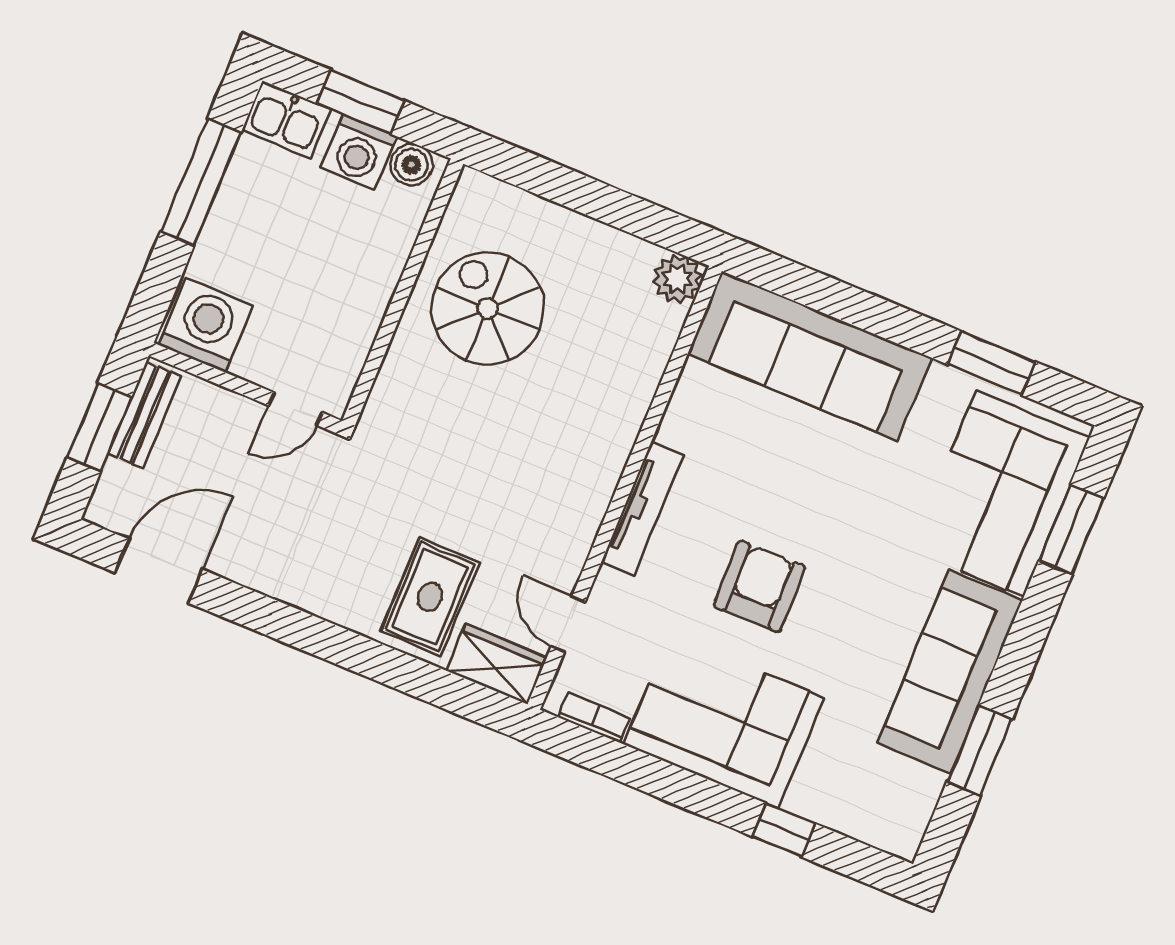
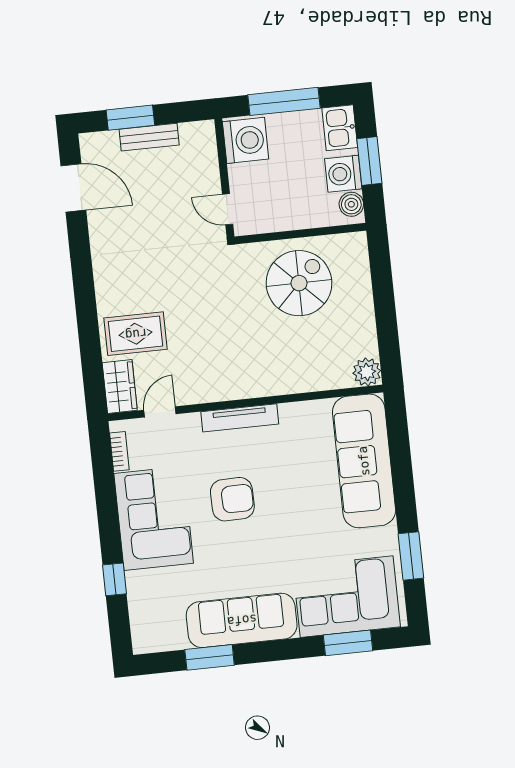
washing machine: (206, 326) -> (246, 140), moved
wall: (245, 388) -> (224, 178), moved
door: (295, 409) -> (228, 209), moved

